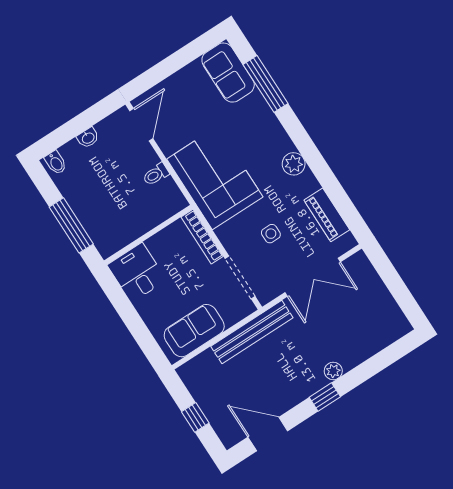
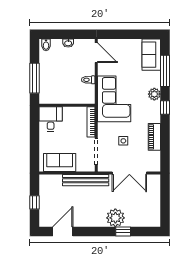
door: (141, 125) -> (96, 53), hinge flipped
window: (302, 141) -> (165, 108), added
plant: (294, 164) -> (154, 94), moved
piano: (327, 215) -> (154, 137), moved
plant: (333, 371) -> (115, 218), width x1.88, depth x1.88
window: (325, 397) -> (123, 231), moved
door: (268, 434) -> (63, 231), hinge flipped

